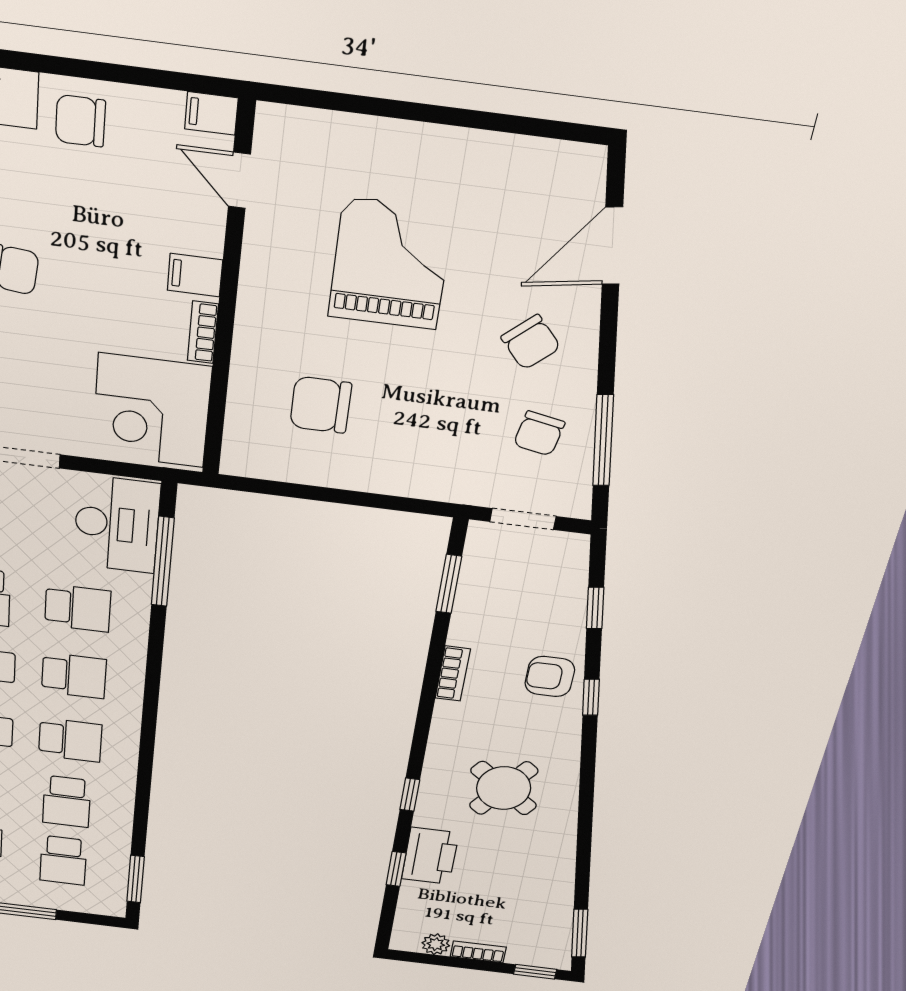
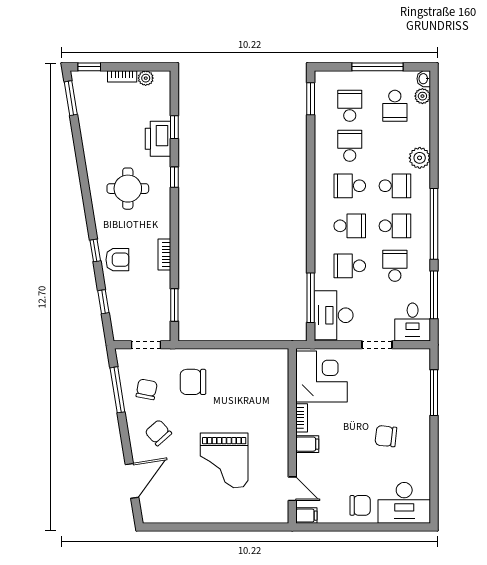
chair: (321, 405) -> (193, 382), moved, turned 180
school desk: (74, 676) -> (350, 226), turned 180
round table: (504, 788) -> (128, 189), turned -37

